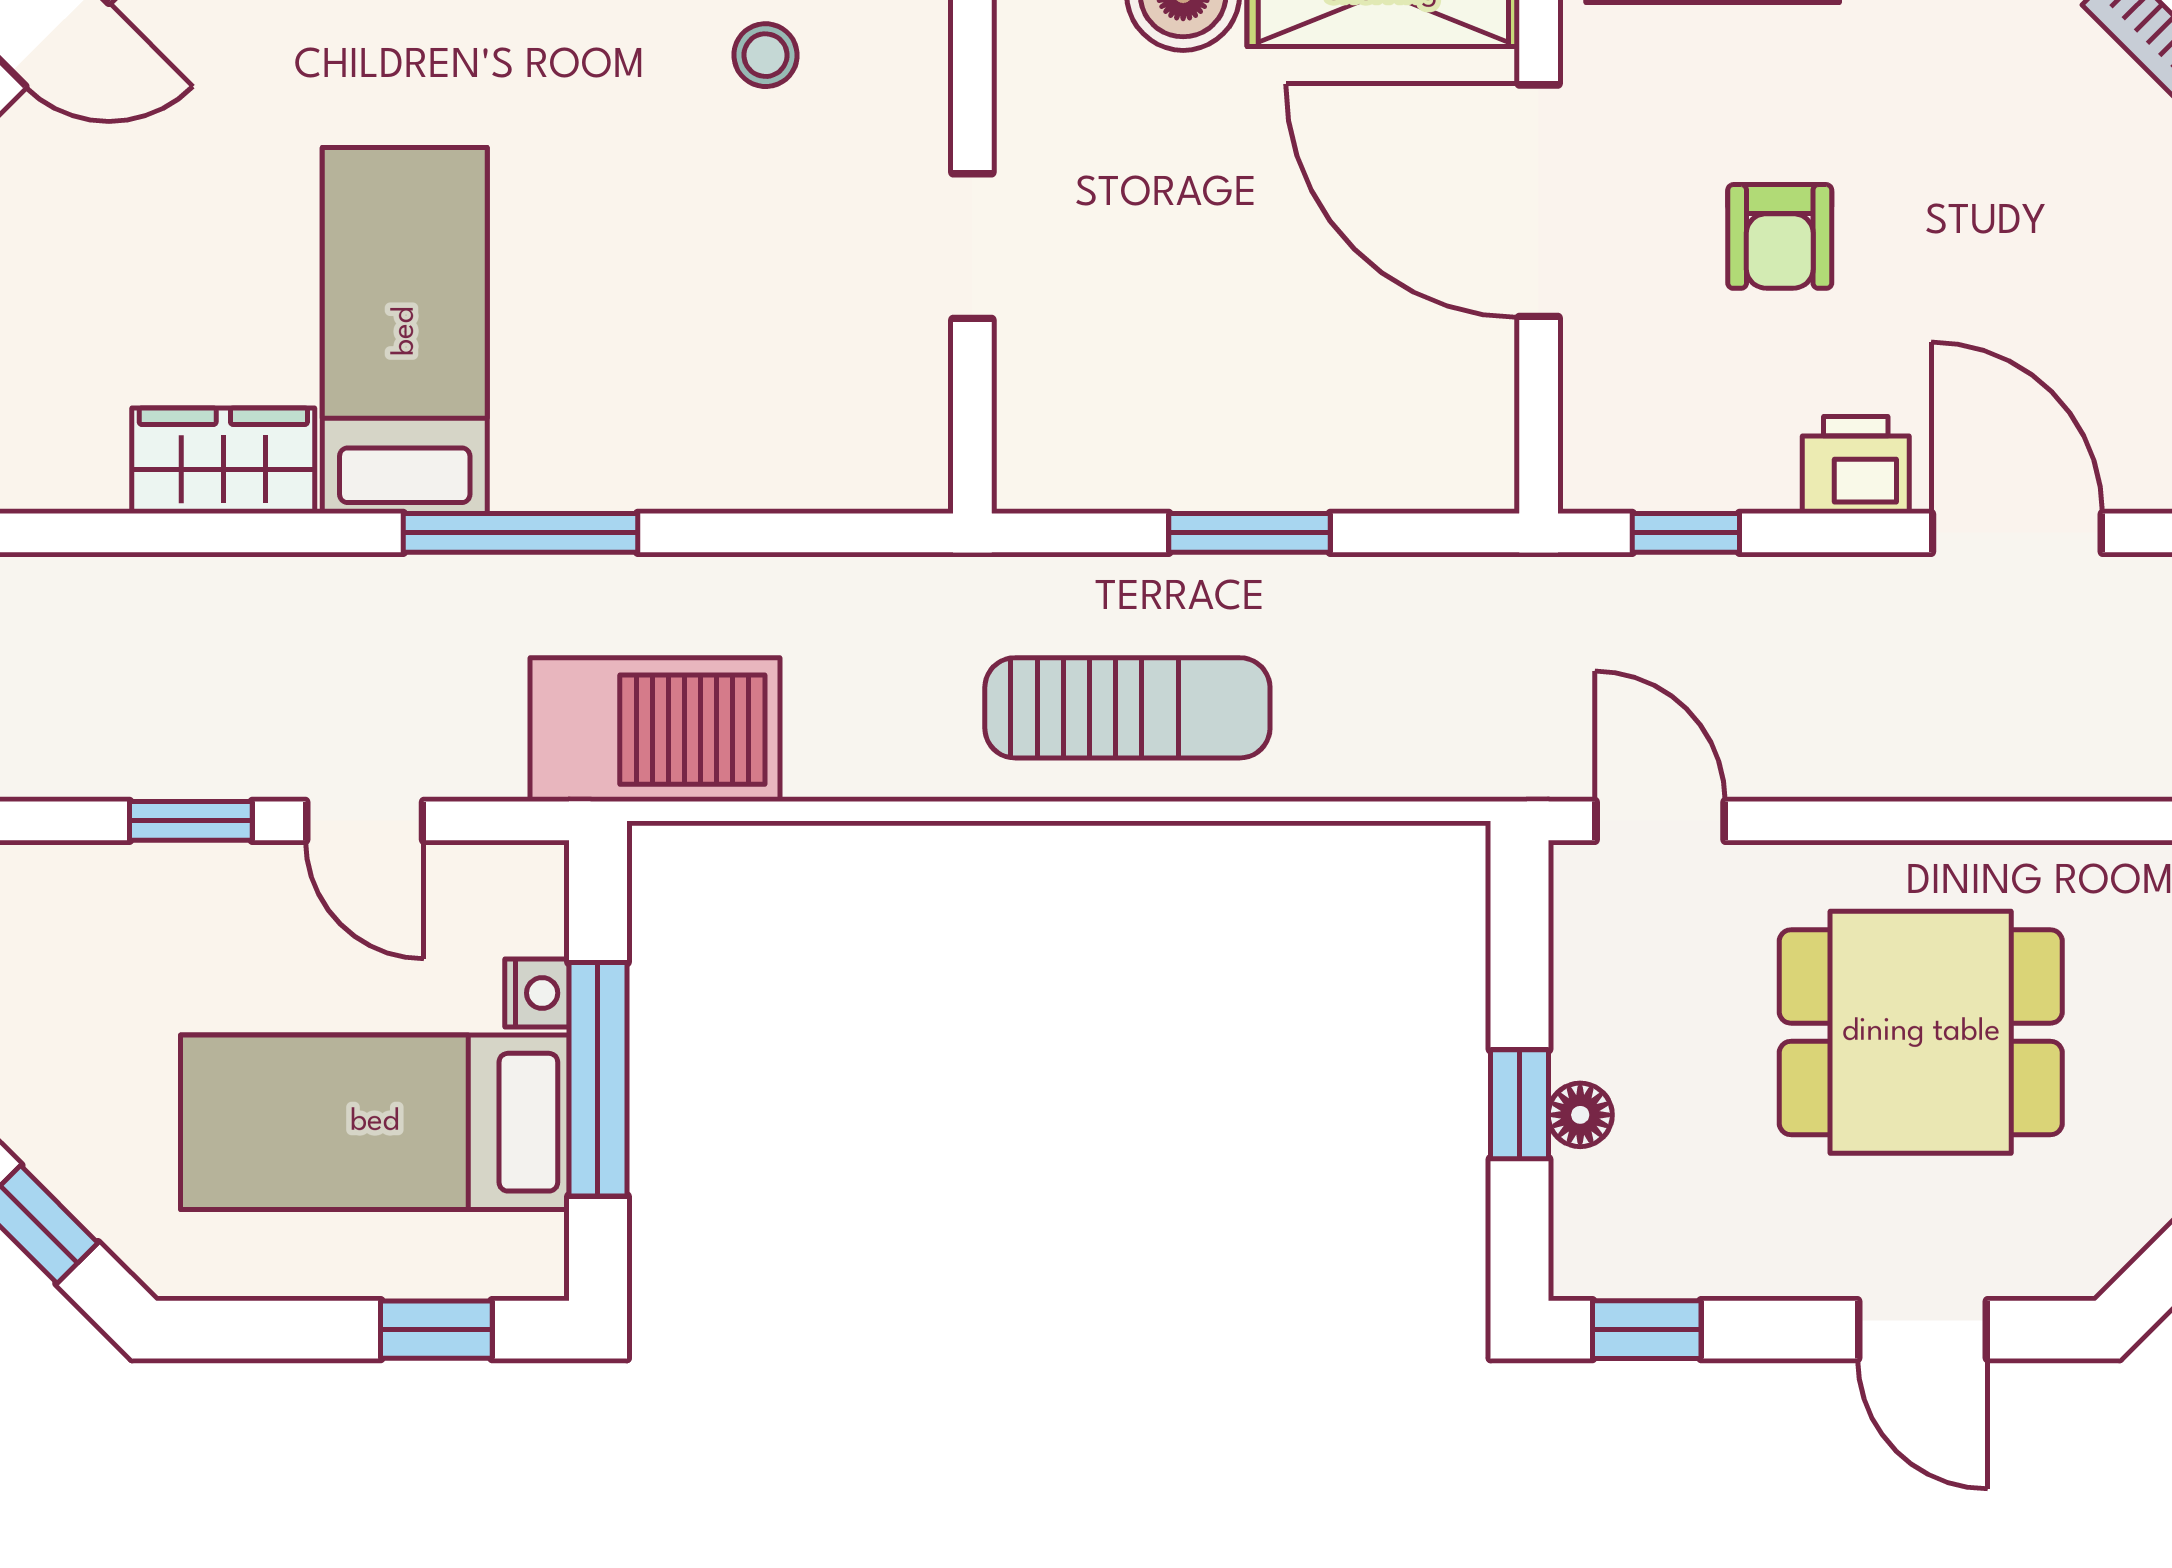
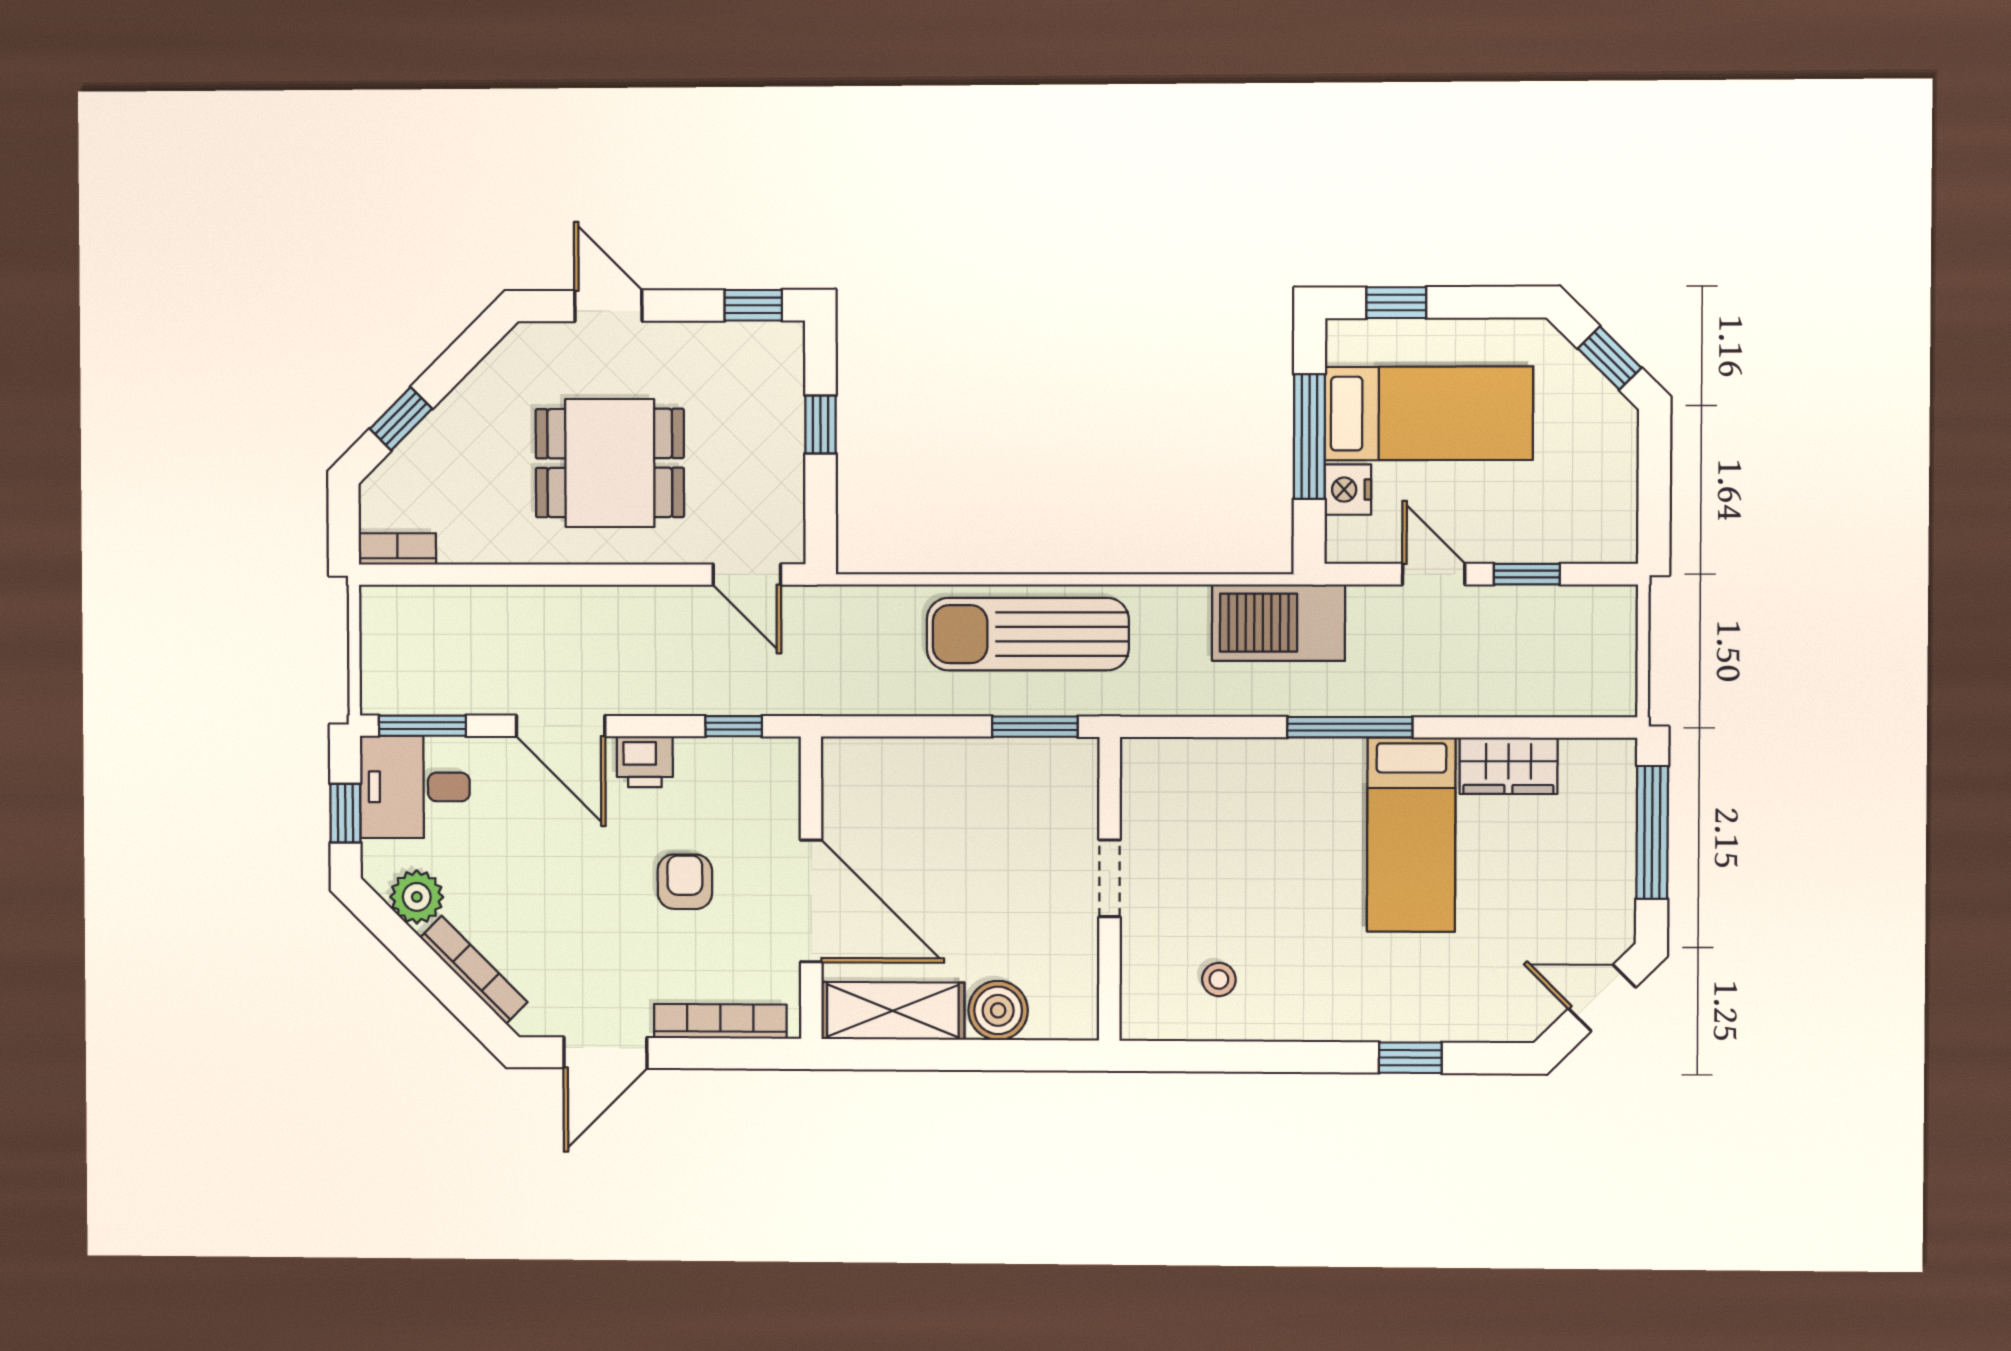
window: (1250, 533) -> (1035, 727), moved
sun lounger: (1127, 708) -> (1028, 634), width x1.36, depth x1.34
nightstand: (537, 993) -> (1348, 490), width x1.39, depth x1.35
floor lamp: (1580, 1115) -> (788, 419), removed

